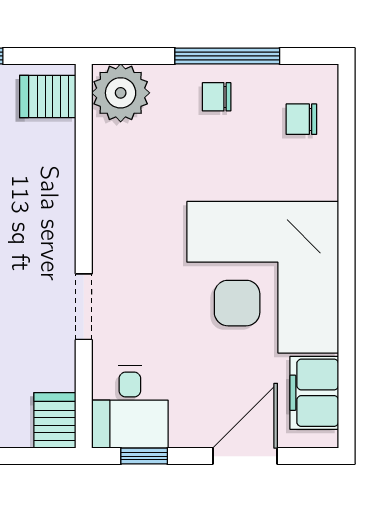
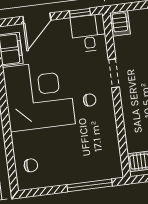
window: (227, 56) -> (90, 185), moved
plant: (121, 93) -> (110, 167), removed
chair: (217, 97) -> (90, 100), moved

